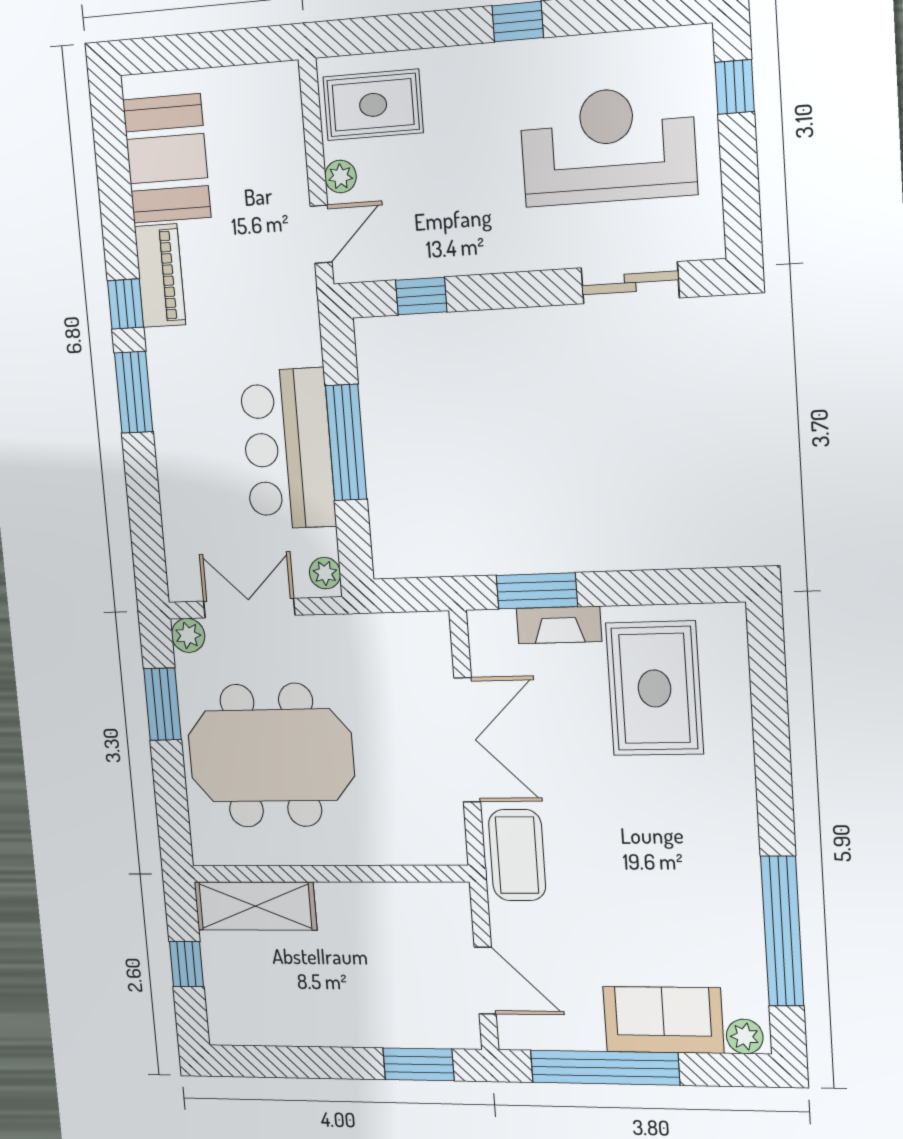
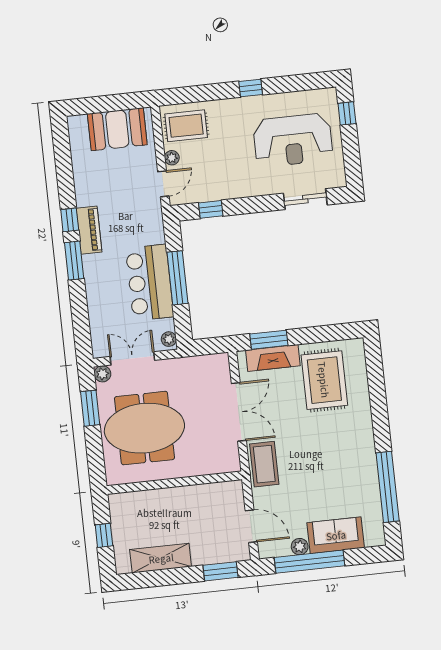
reception desk: (608, 146) -> (293, 140), turned 180
booth: (167, 159) -> (117, 129), moved, turned 90
piano: (160, 276) -> (89, 230), moved
fireplace: (559, 625) -> (273, 358), width x1.37, depth x1.32
shelving: (255, 906) -> (161, 558), moved
plant: (745, 1036) -> (300, 547), moved

